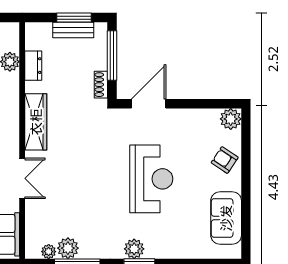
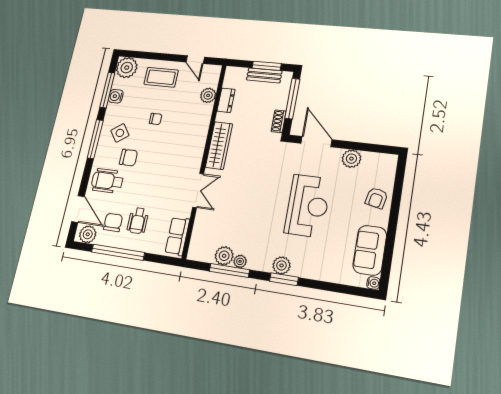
door: (149, 104) -> (316, 142), hinge flipped
plant: (231, 119) -> (351, 159), moved
armchair: (225, 160) -> (376, 198), turned -112
plant: (49, 252) -> (240, 261), moved
water cooler: (235, 252) -> (373, 283), added

